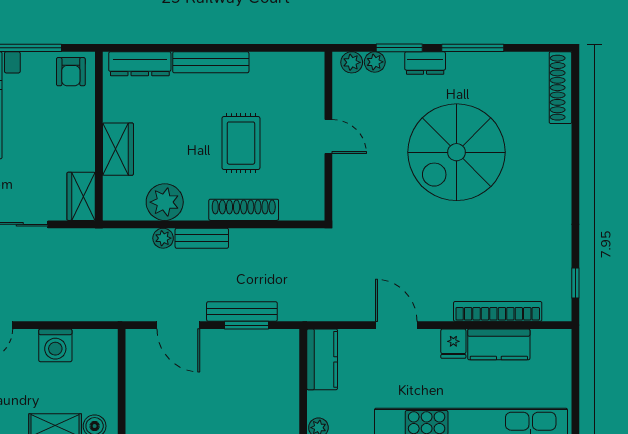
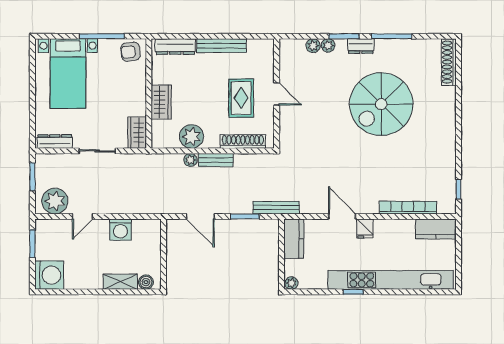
armchair: (71, 72) -> (131, 52), turned 83
wall: (328, 136) -> (277, 94), moved
door: (328, 137) -> (277, 94), moved
bench: (242, 311) -> (276, 208), moved
fridge: (453, 344) -> (365, 229), moved
kitchen counter: (499, 344) -> (436, 229), moved

